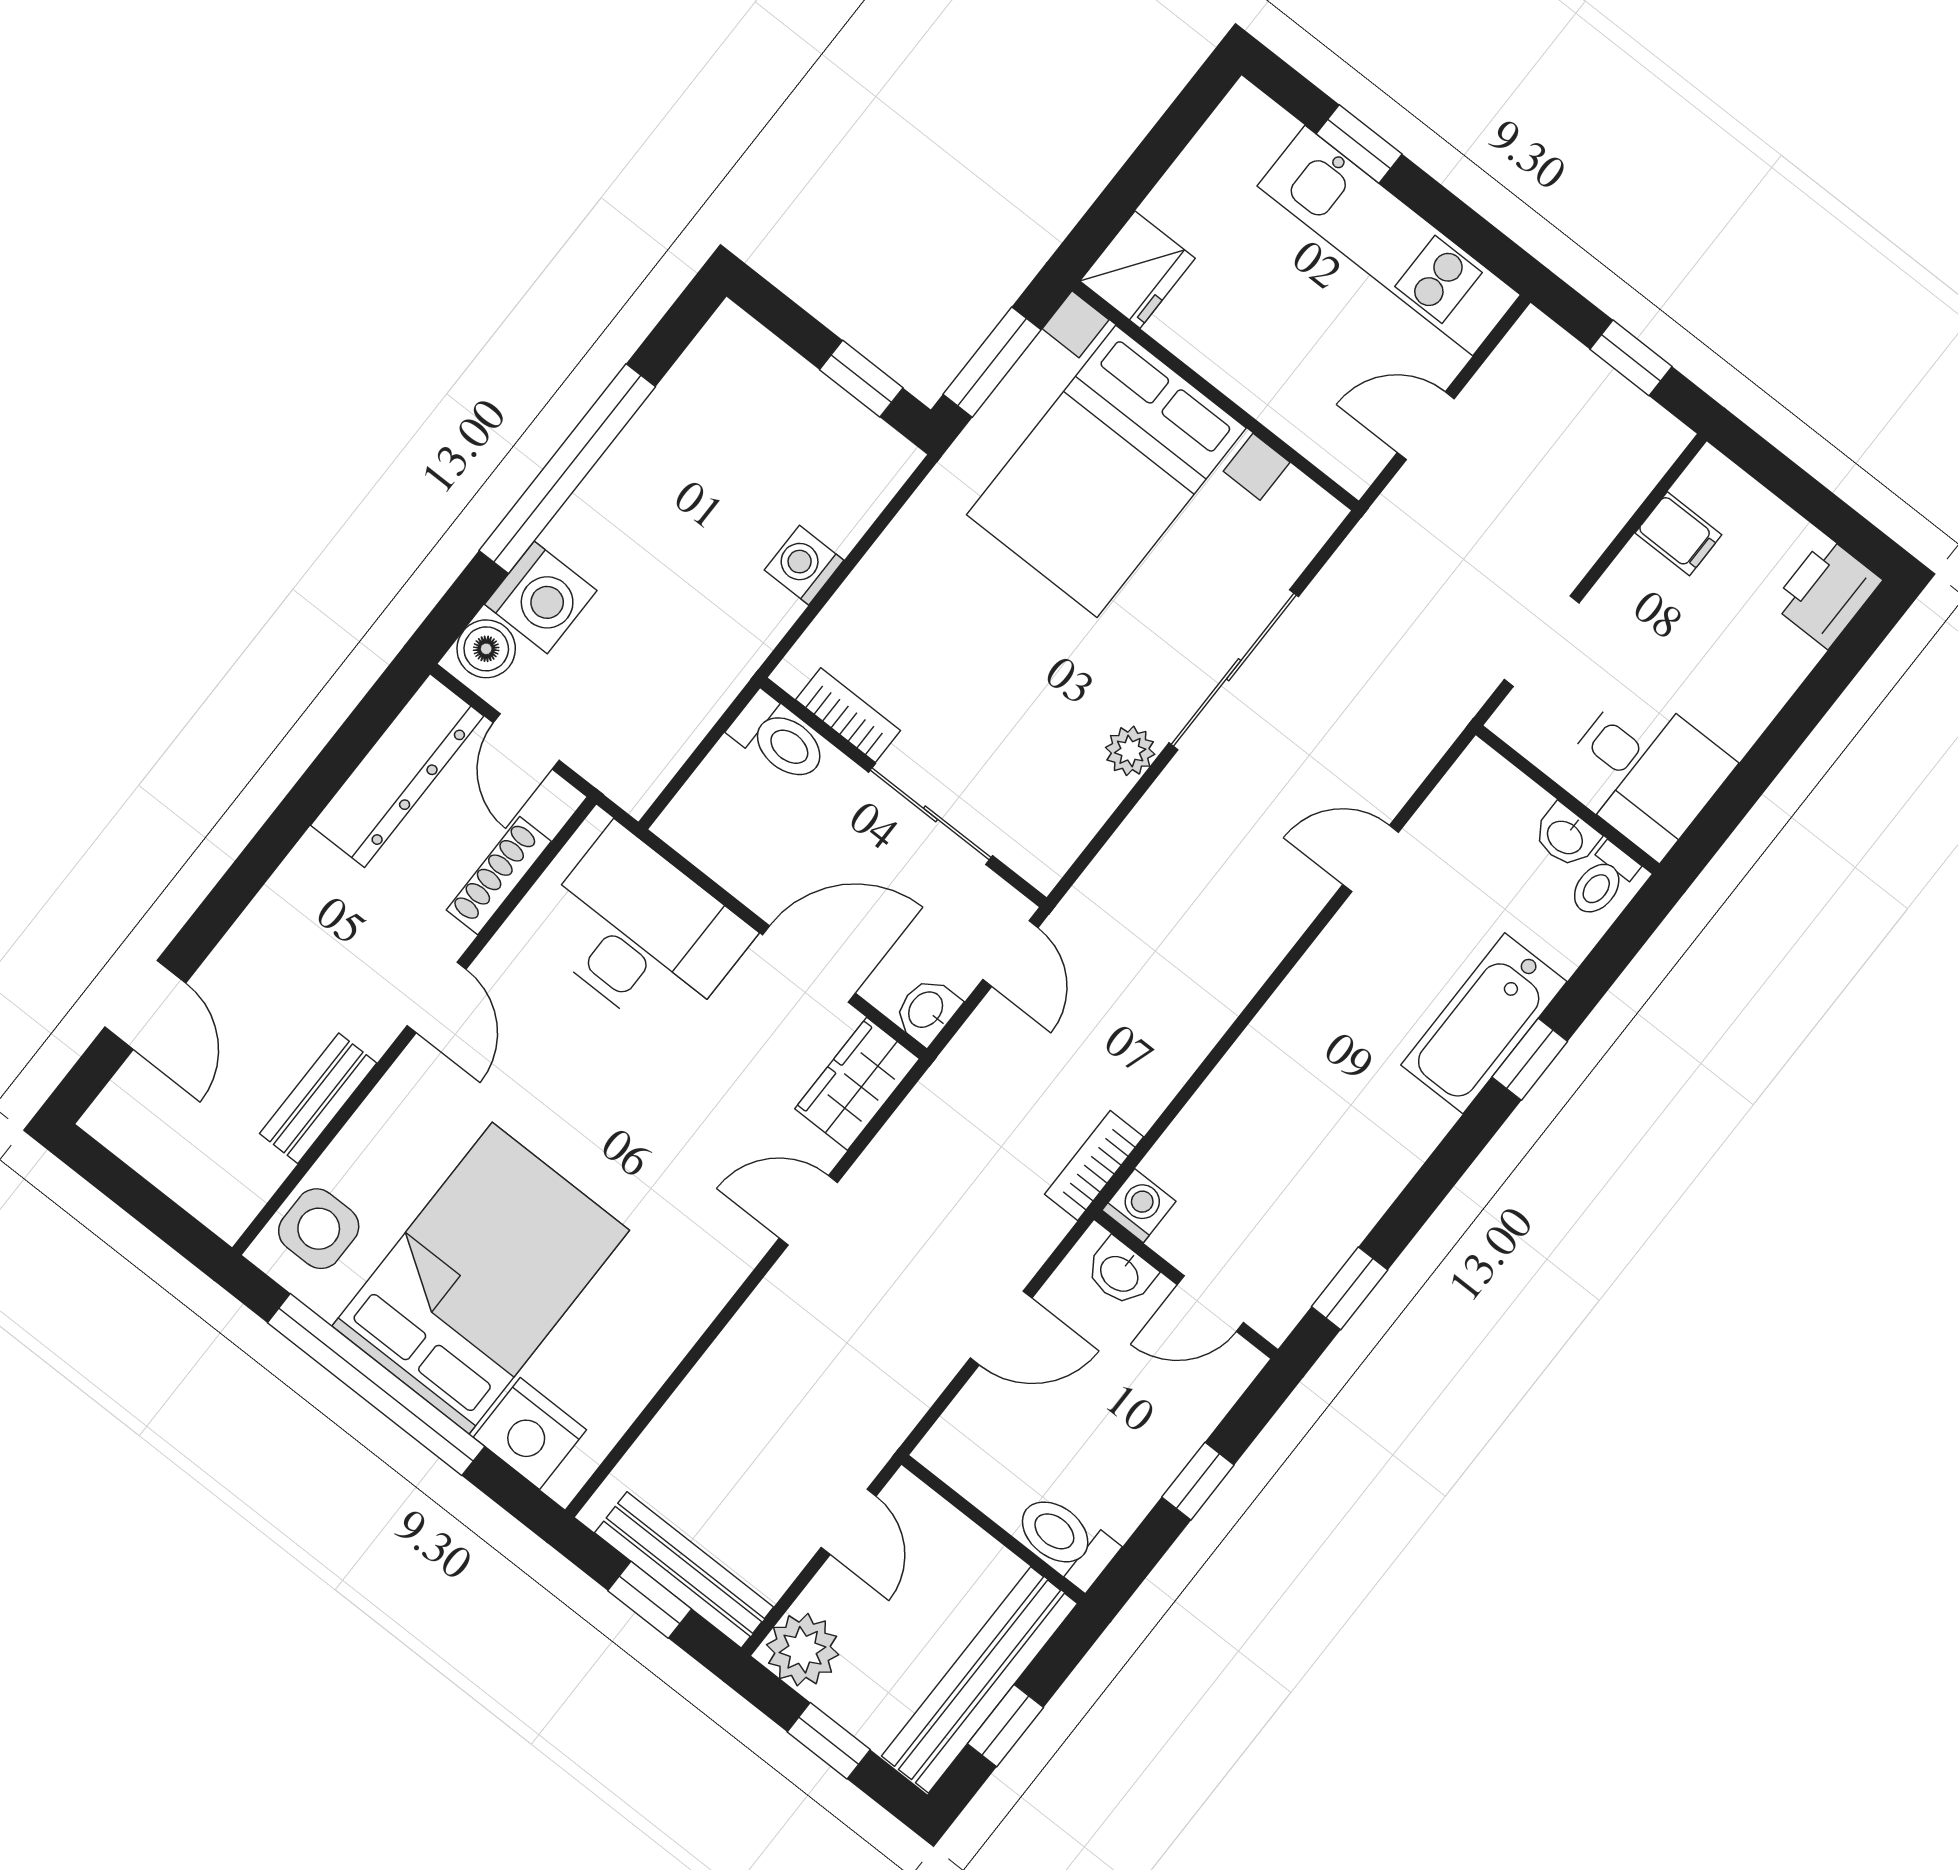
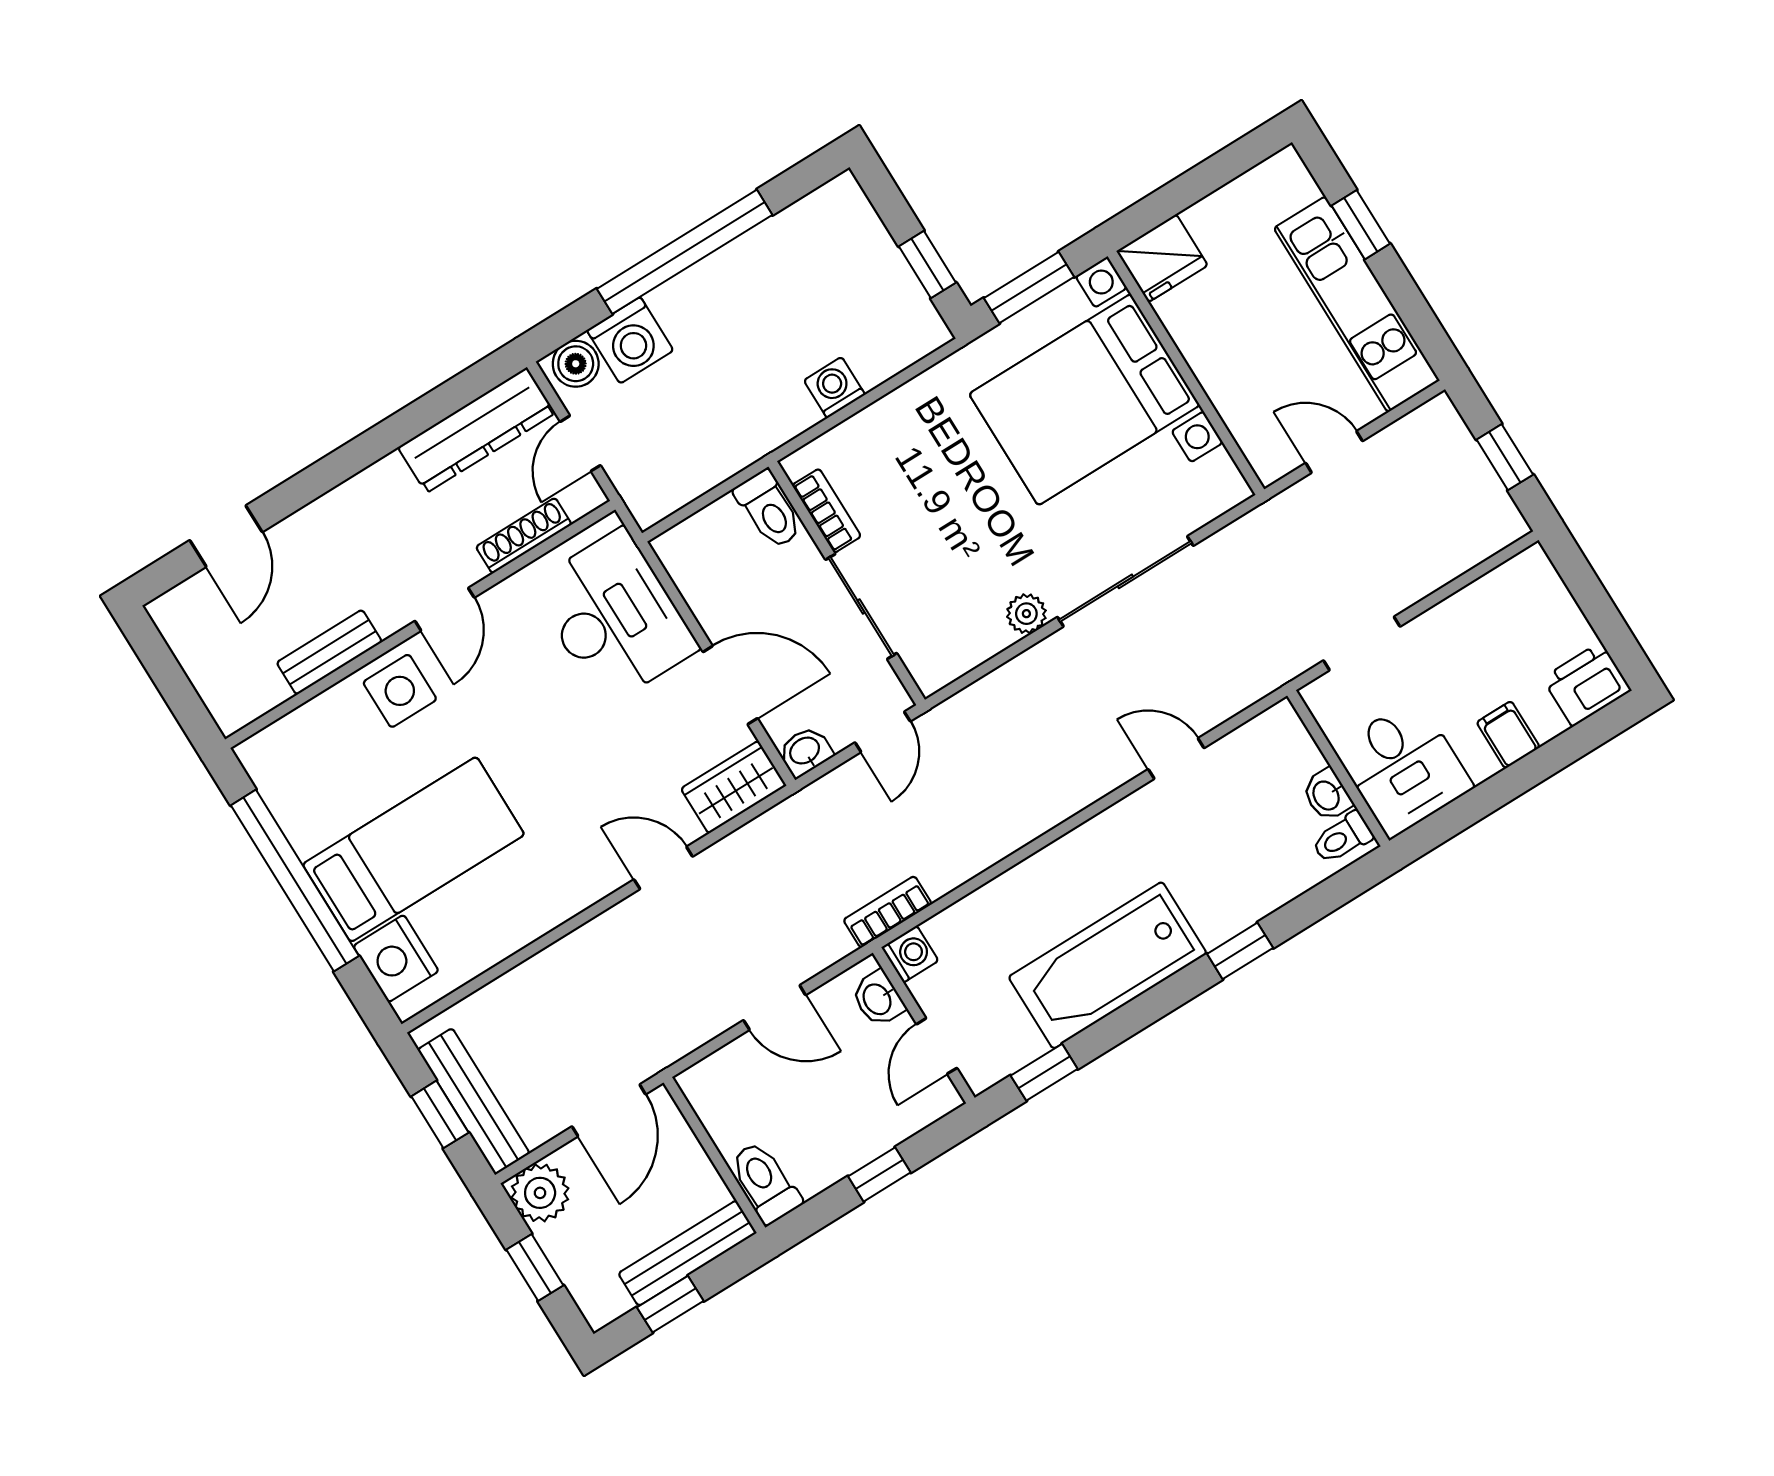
filing cabinet: (1678, 534) -> (1508, 735), moved, turned 180
bathtub: (1484, 1023) -> (1108, 965), moved, width x1.36, depth x1.36
side table: (319, 1229) -> (400, 691), moved
bed: (481, 1278) -> (414, 849), width x0.67
door: (1210, 1304) -> (937, 1046), hinge flipped
door: (849, 1522) -> (609, 1110), width x1.37
bench: (980, 1680) -> (687, 1253), width x0.73, depth x0.82

